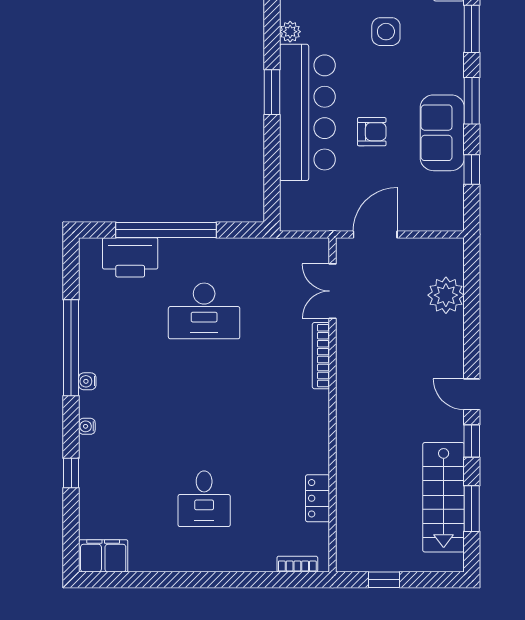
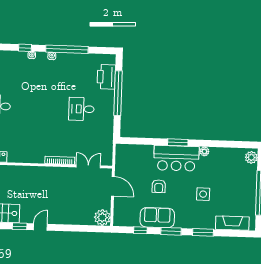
bar counter: (307, 112) -> (176, 158), width x0.73
plant: (446, 295) -> (102, 217), moved
desk: (204, 311) -> (81, 109), width x0.73
window: (71, 473) -> (25, 48), moved

